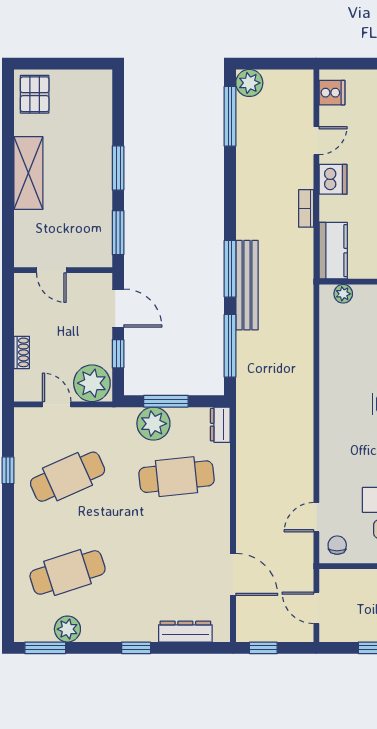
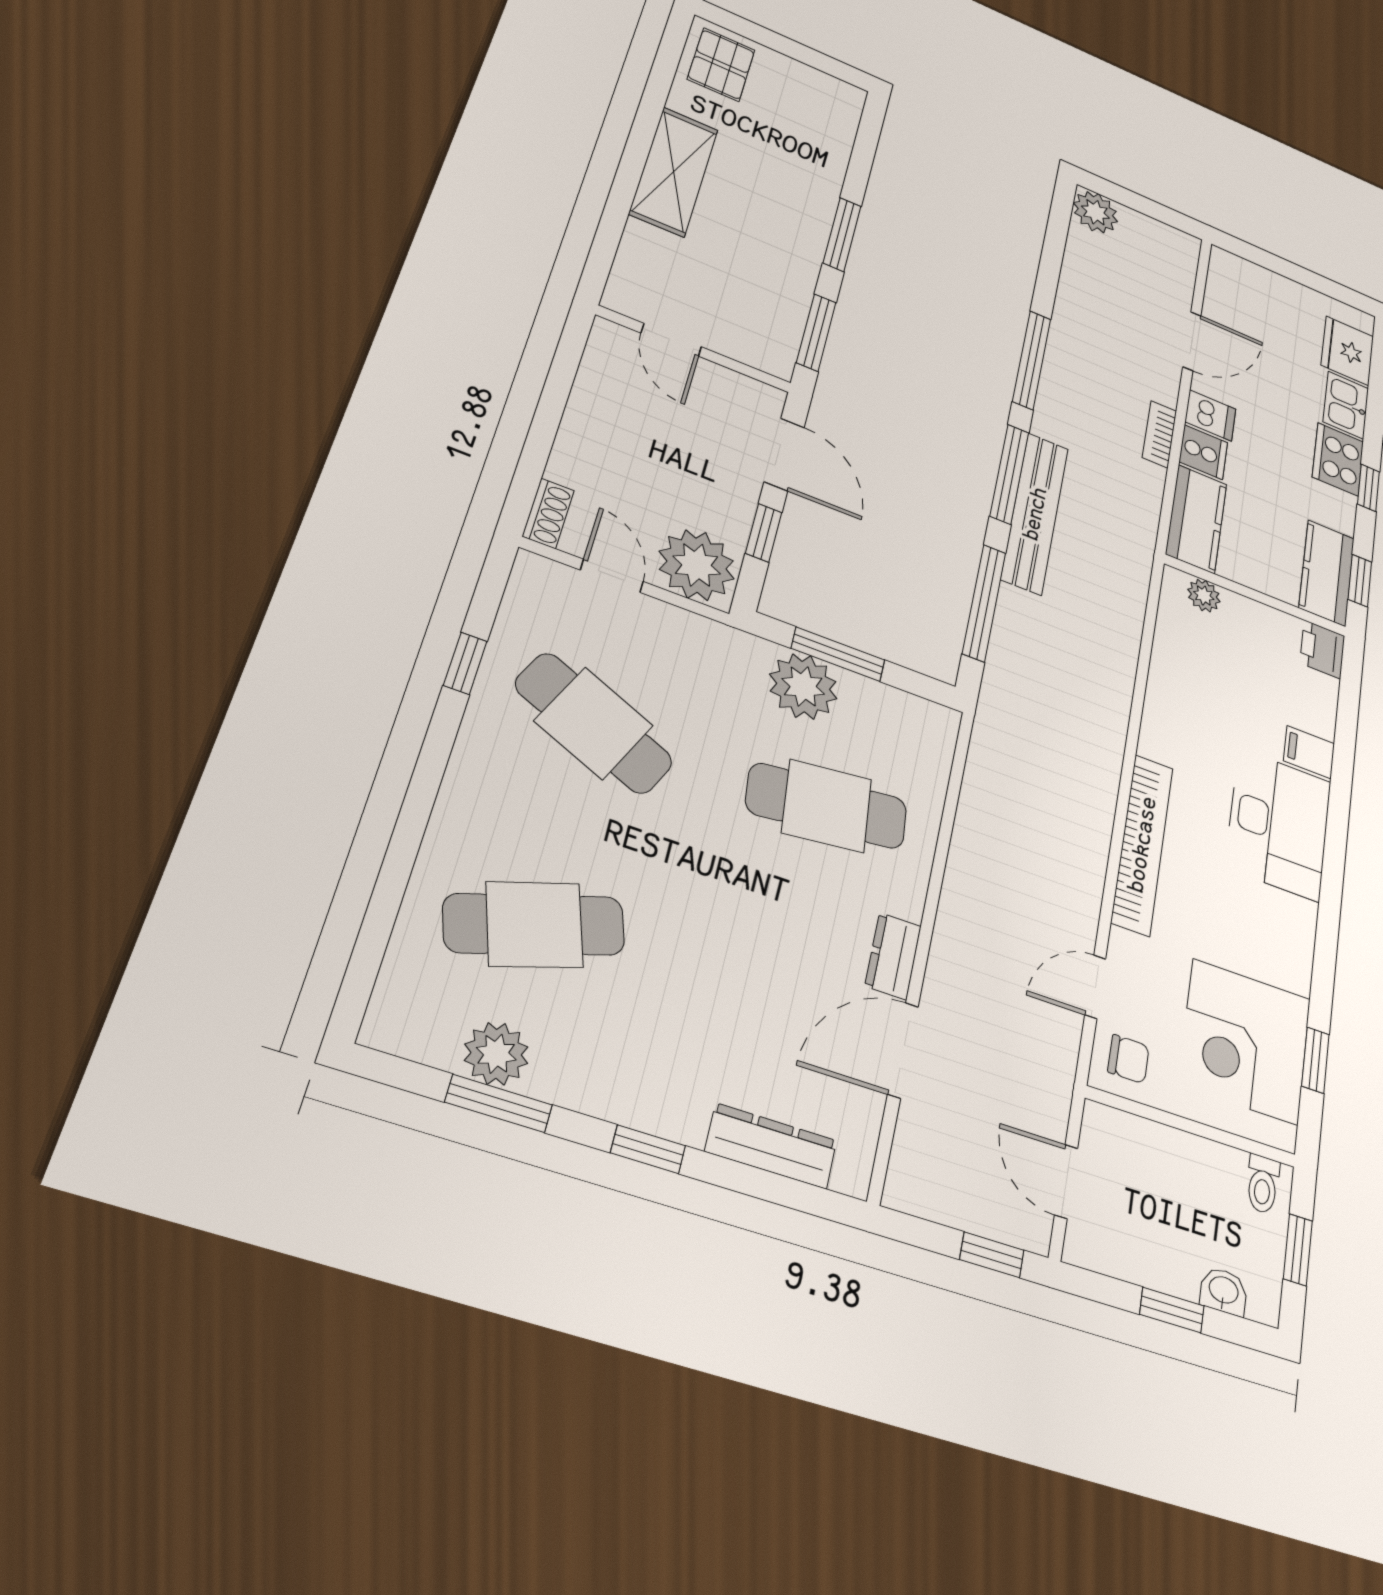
cooker: (332, 93) -> (1203, 452), moved
window: (230, 116) -> (1032, 360), moved
door: (316, 141) -> (1192, 341), width x1.37
dishwasher: (333, 179) -> (1210, 415), width x0.73
shoe rack: (22, 352) -> (548, 513), moved
dresser: (220, 425) -> (893, 956), moved
bookcase: (329, 440) -> (1142, 844), added
cafe table: (68, 477) -> (594, 723), turned 48
chair: (337, 545) -> (1128, 1059), turned 90
door: (233, 574) -> (903, 1050), swing flipped
window: (45, 648) -> (499, 1103), moved
window: (263, 648) -> (992, 1255), moved

